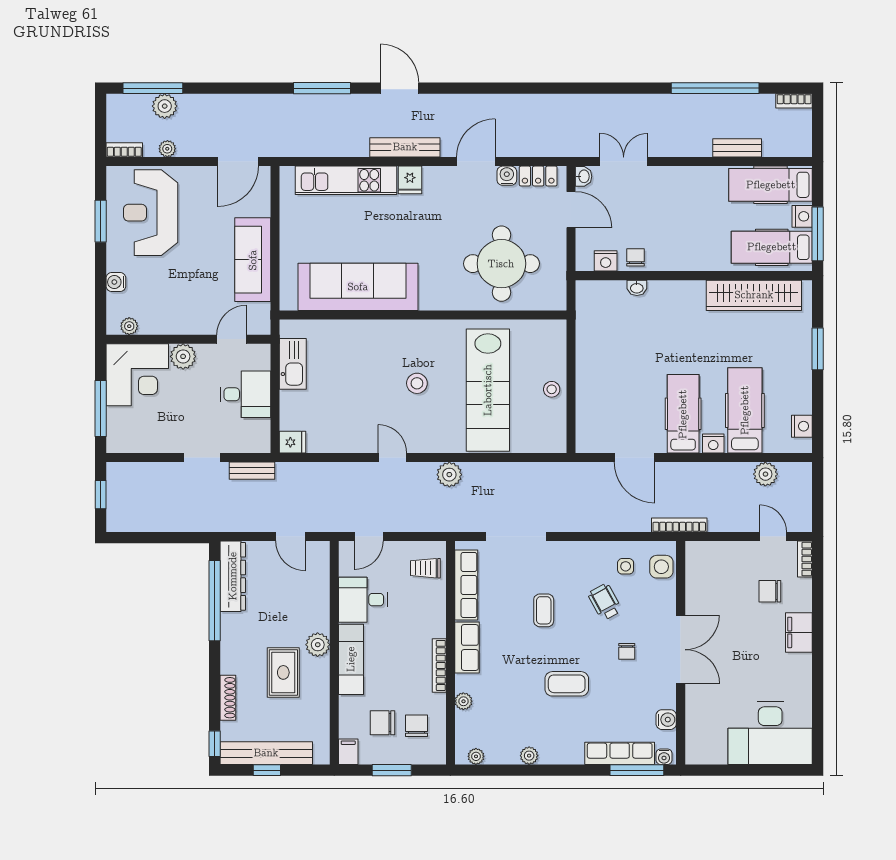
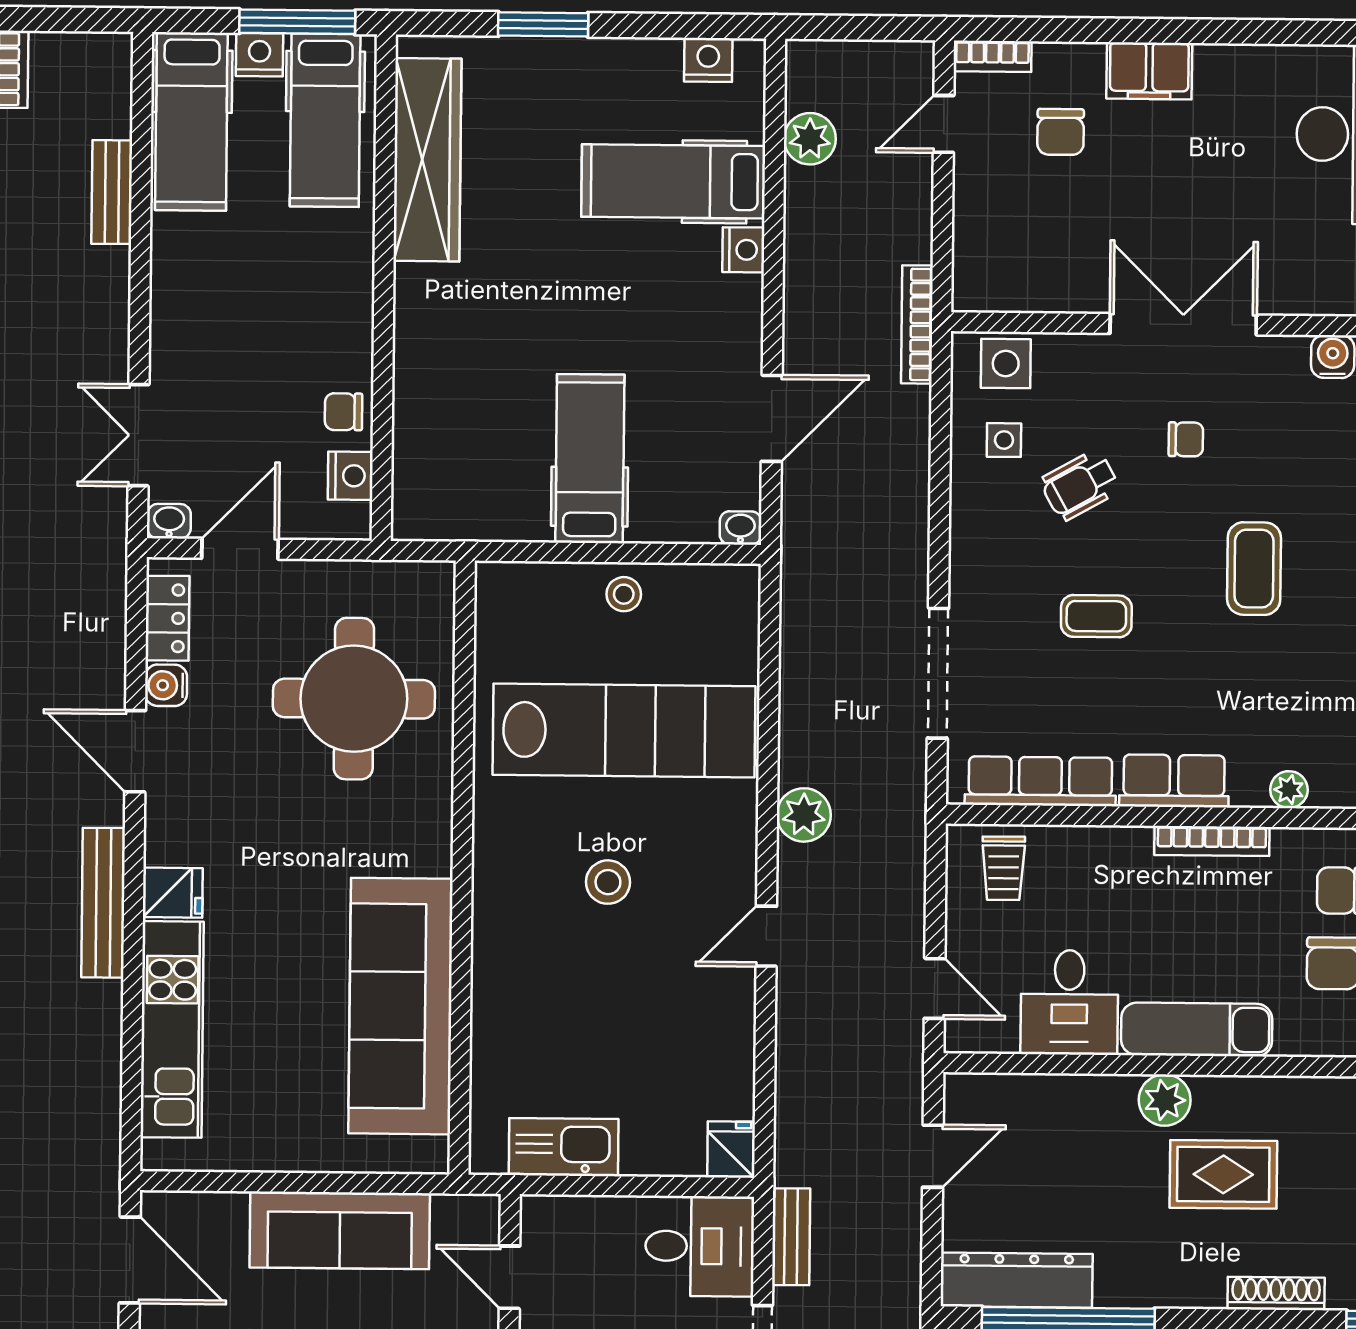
washbasin: (637, 288) -> (740, 528), moved, turned -90
desk: (245, 394) -> (700, 1246), moved, turned 90
hospital bed: (683, 414) -> (590, 459), moved, turned 90

